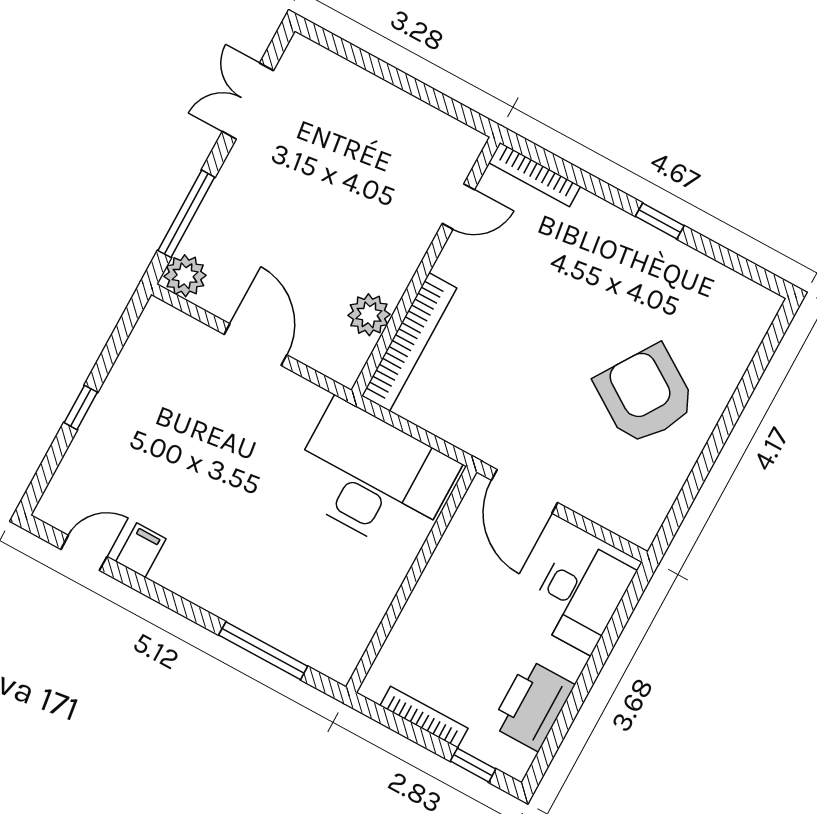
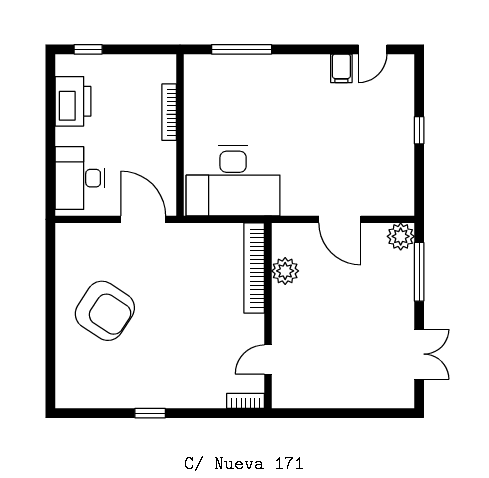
bookcase: (535, 175) -> (246, 401), width x0.64
bookcase: (424, 717) -> (169, 112), moved, turned 90

